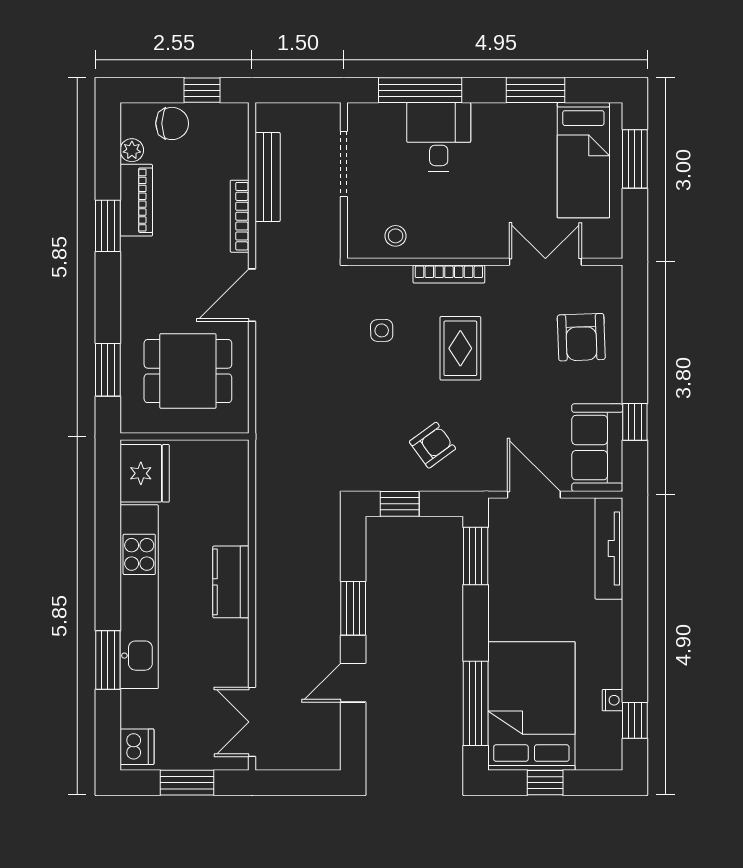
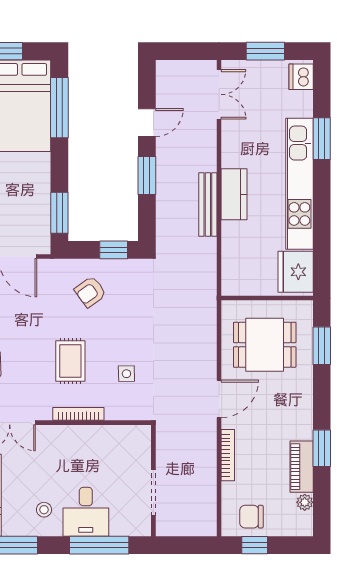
chair: (172, 123) -> (251, 517), moved
bench: (268, 177) -> (208, 205), moved
stool: (396, 236) -> (44, 510), moved

